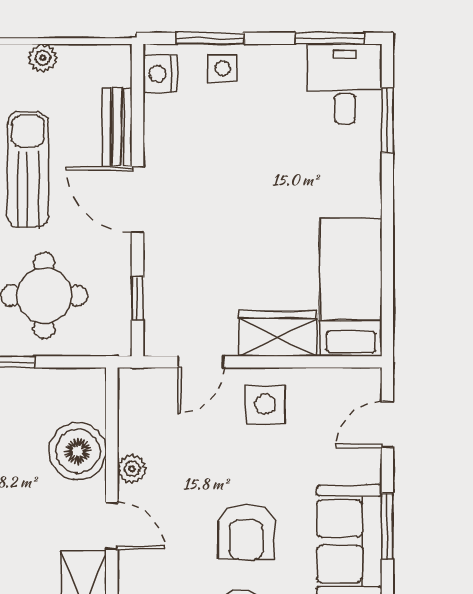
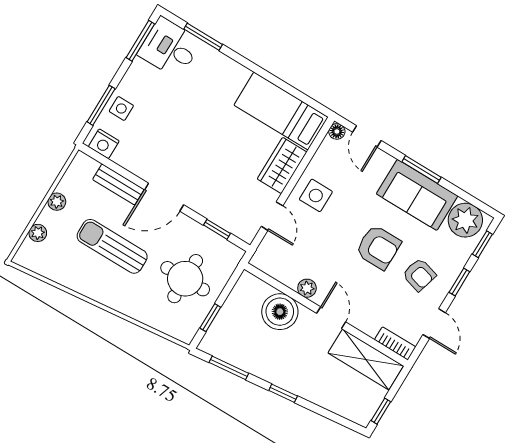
floor lamp: (369, 380) -> (337, 131), added
door: (112, 526) -> (331, 318), hinge flipped

